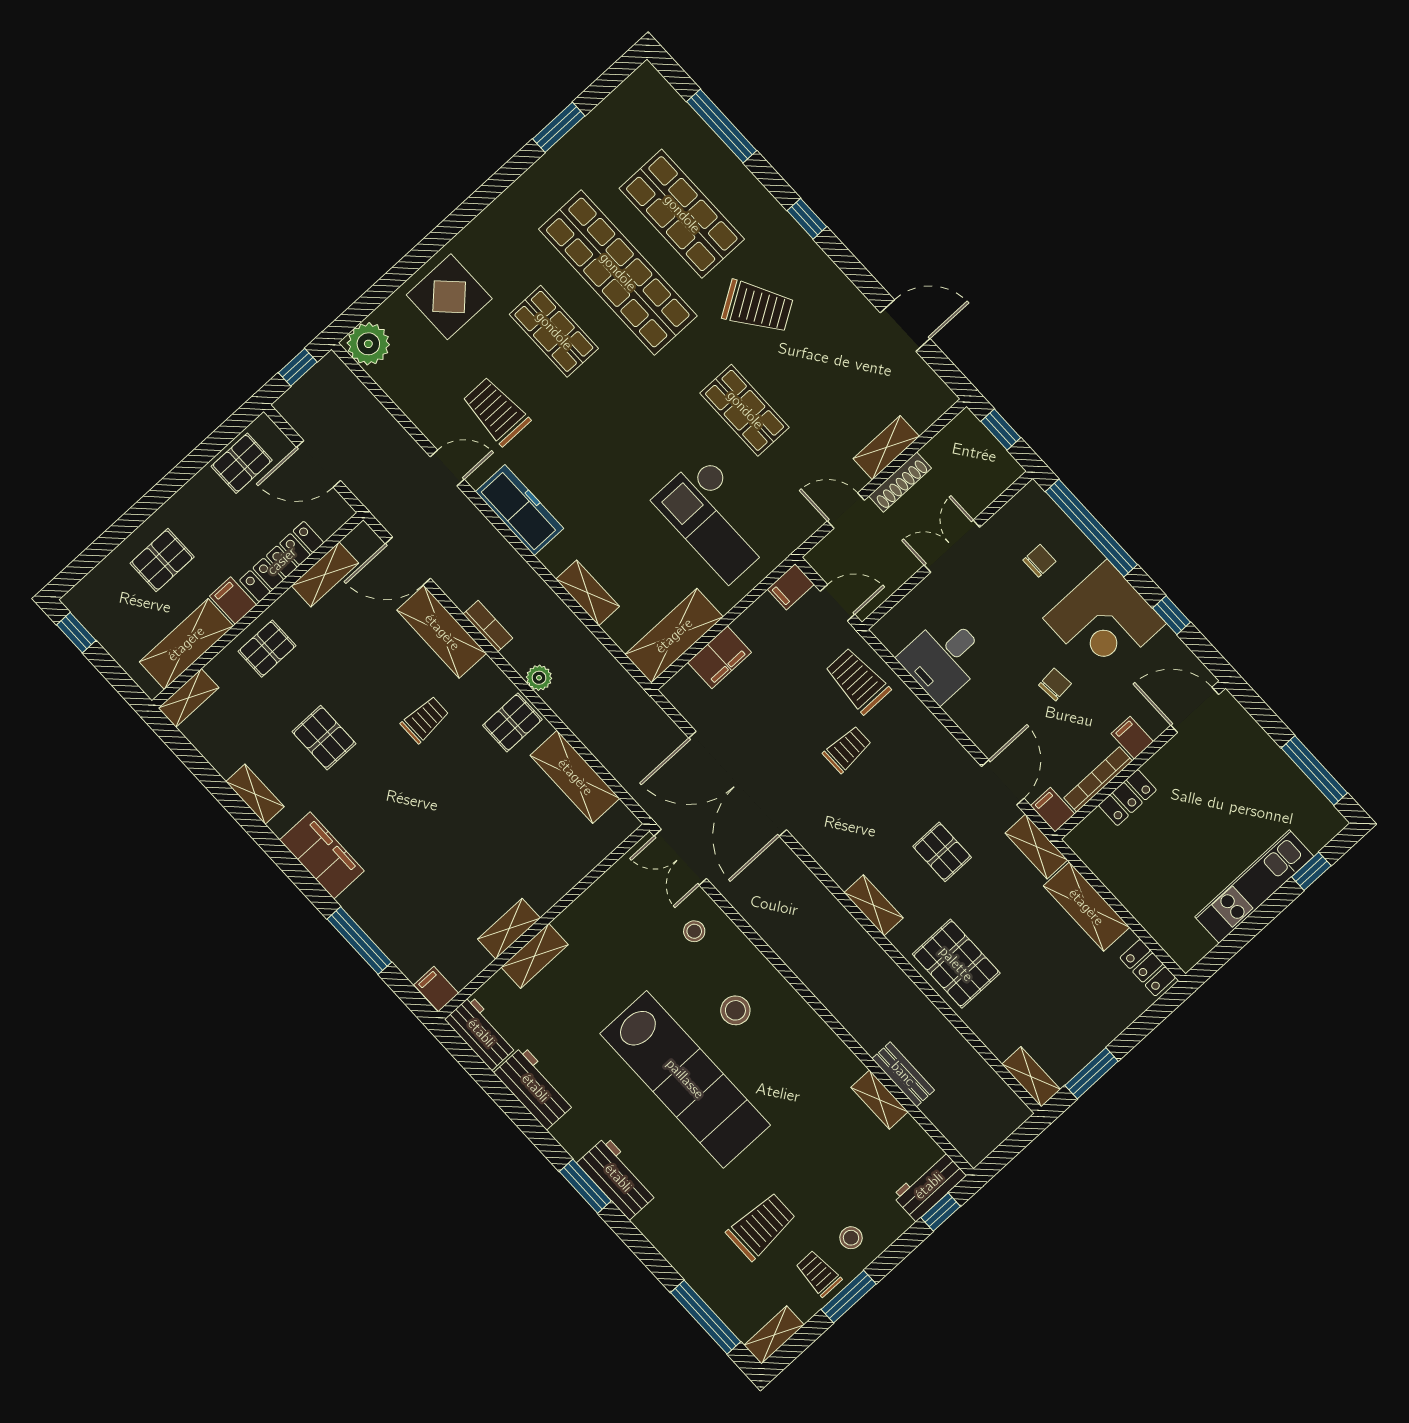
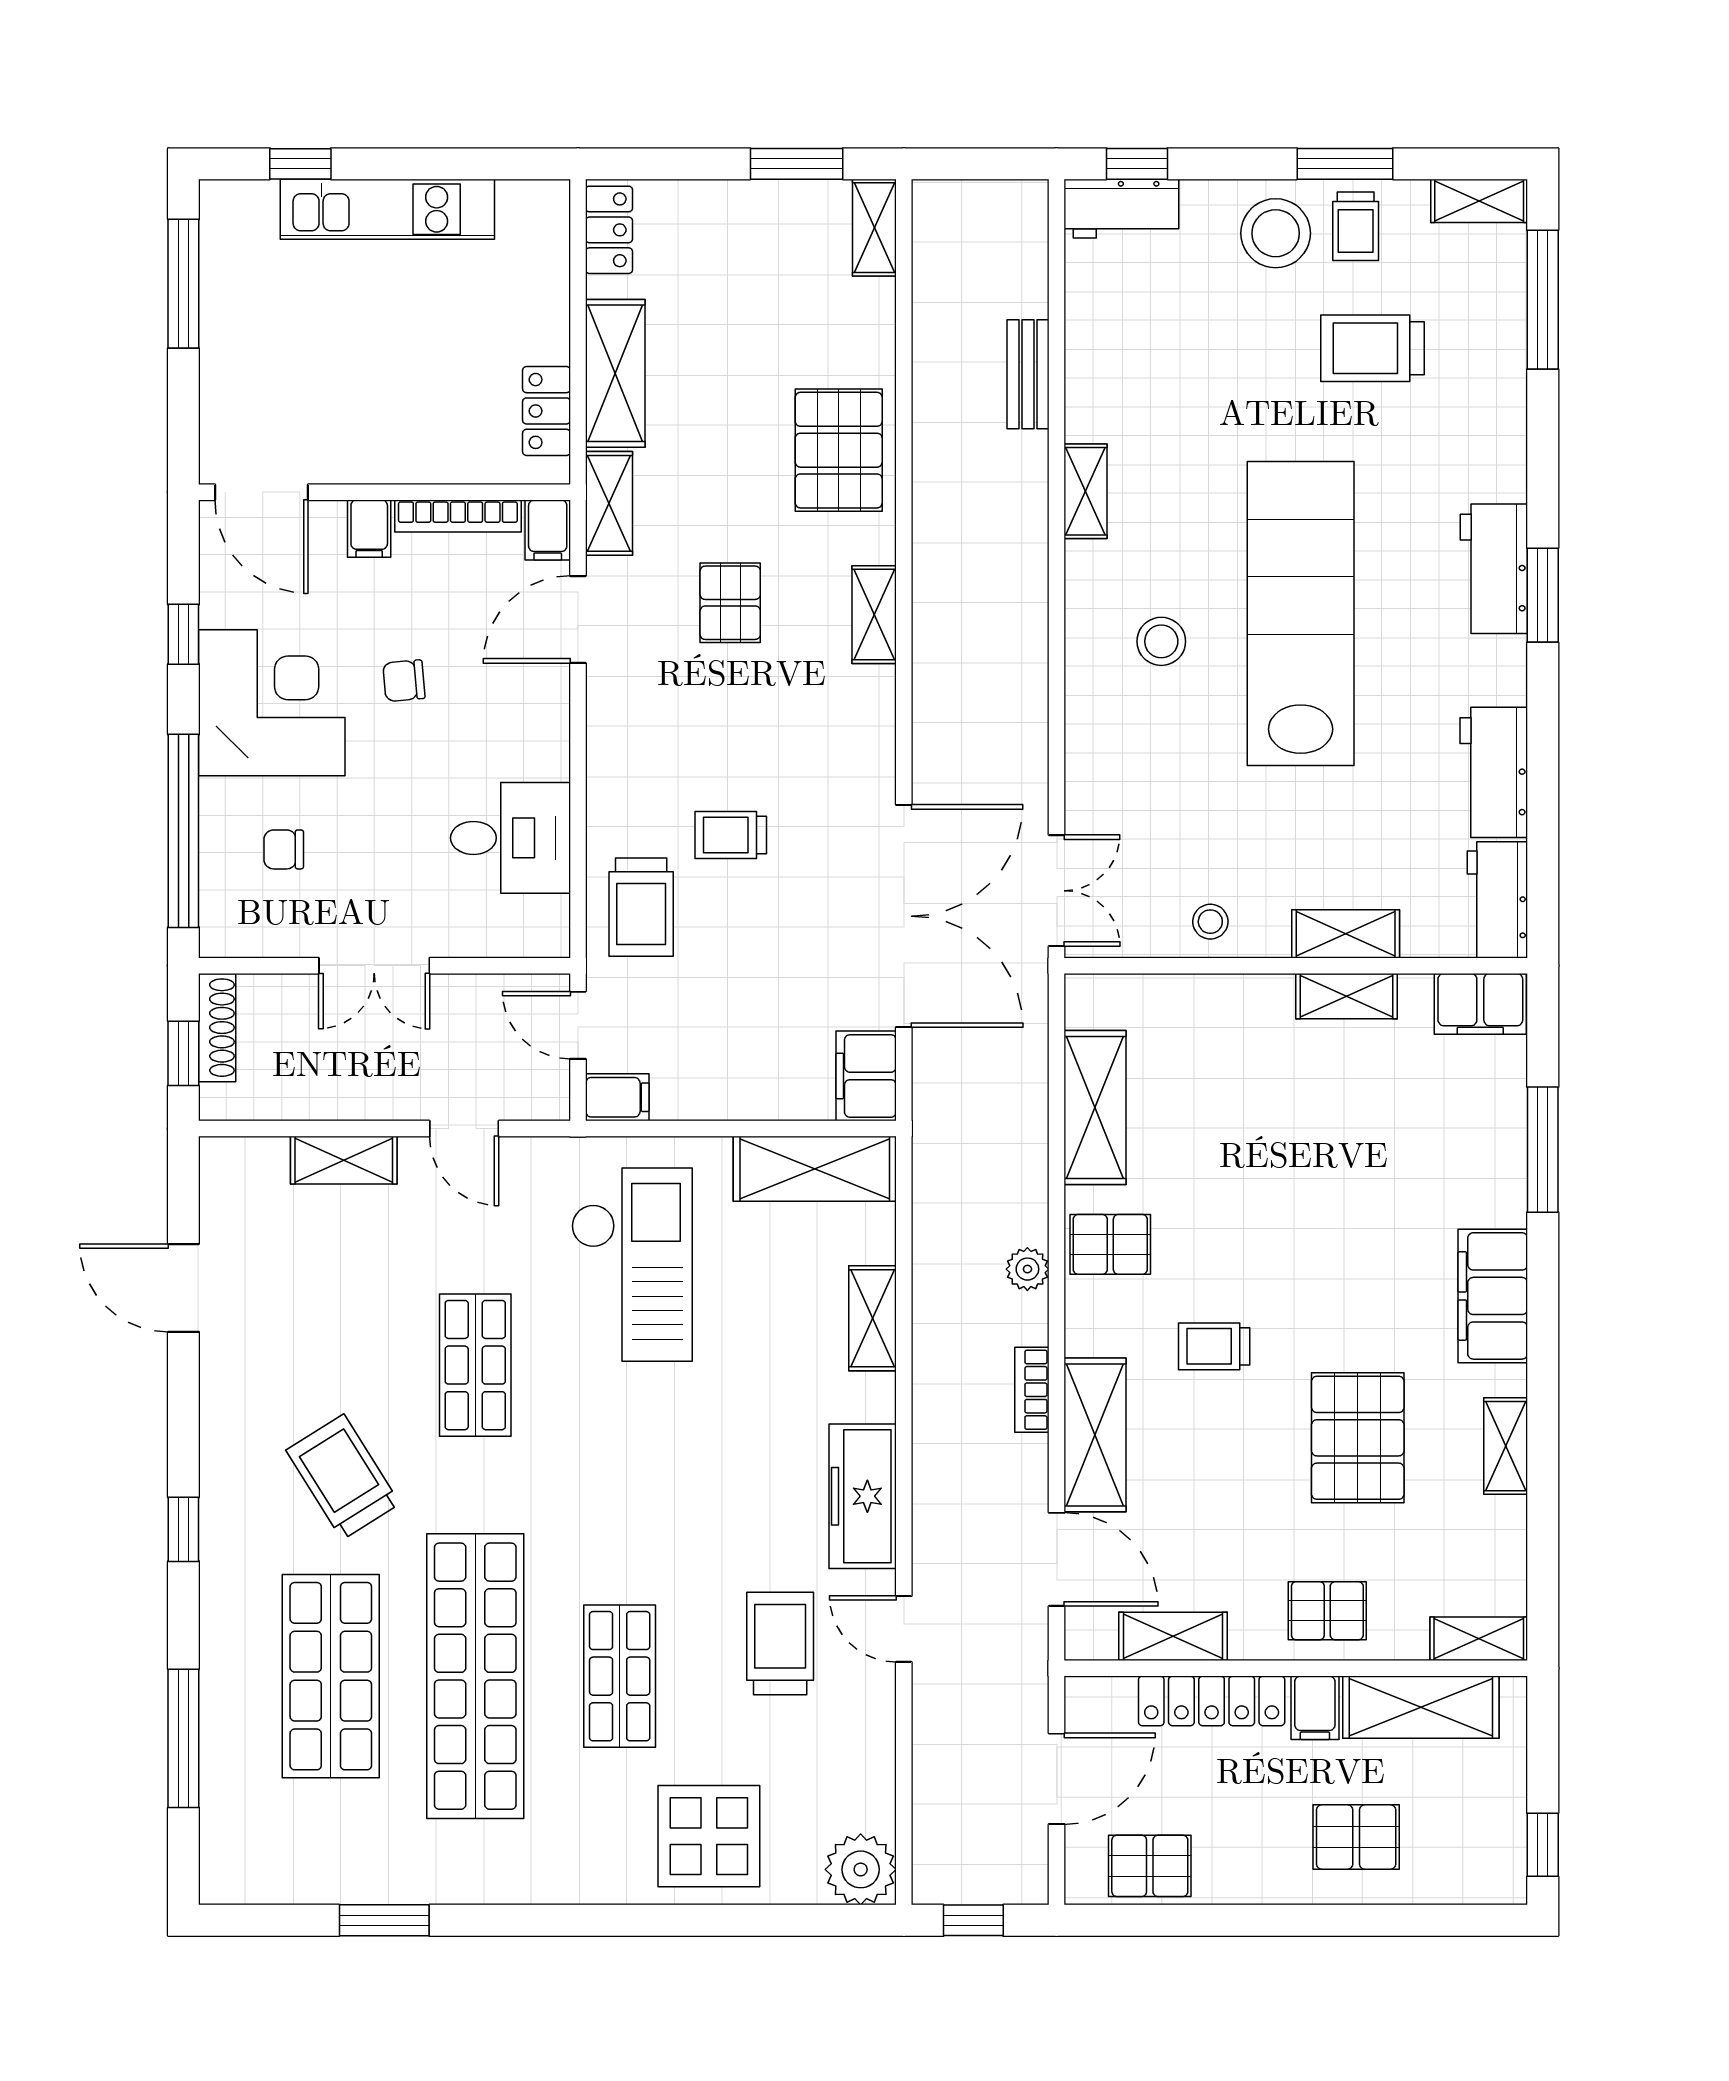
trolley: (496, 411) -> (780, 1643), turned 180
door: (319, 464) -> (1057, 1779), hinge flipped
shoe rack: (900, 482) -> (217, 1028), moved, turned 90
filing cabinet: (720, 657) -> (866, 1076), moved, turned -90
pallet: (324, 738) -> (1358, 1438), width x1.50, depth x1.42
locker: (1127, 798) -> (547, 411), moved, turned -90
stool: (694, 931) -> (1210, 922), moved
filing cabinet: (436, 989) -> (1480, 1004), width x2.00
shelving: (879, 1100) -> (1086, 491), moved
stool: (851, 1238) -> (1276, 233), width x1.89, depth x1.89

